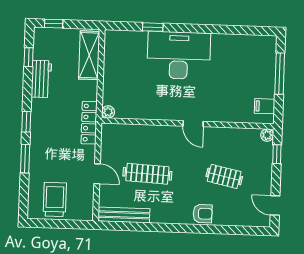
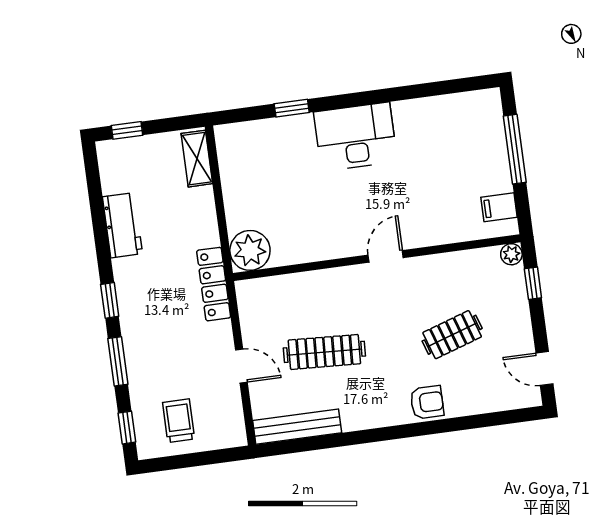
shelving: (89, 55) -> (197, 159), width x0.67, depth x0.75
desk: (179, 55) -> (355, 137), width x0.73, depth x0.77
window: (29, 57) -> (127, 428), moved
plant: (108, 112) -> (250, 250), width x1.88, depth x1.88
door: (193, 124) -> (386, 256), swing flipped
clothes rail: (224, 176) -> (452, 335), turned -30
trolley: (55, 199) -> (179, 421), width x0.73, depth x0.72

